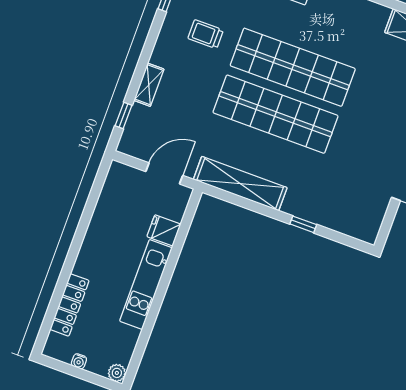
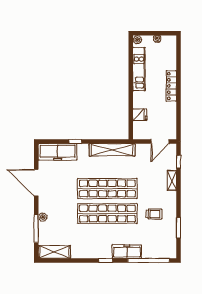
door: (164, 173) -> (160, 142), moved
freezer: (344, 217) -> (58, 152), added
kitchen unit: (146, 284) -> (139, 69), moved
locker: (70, 305) -> (171, 86), moved

